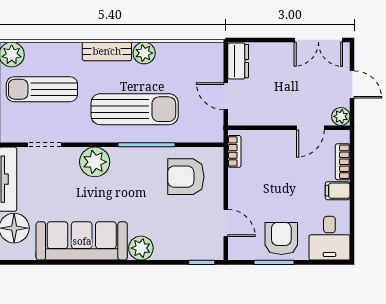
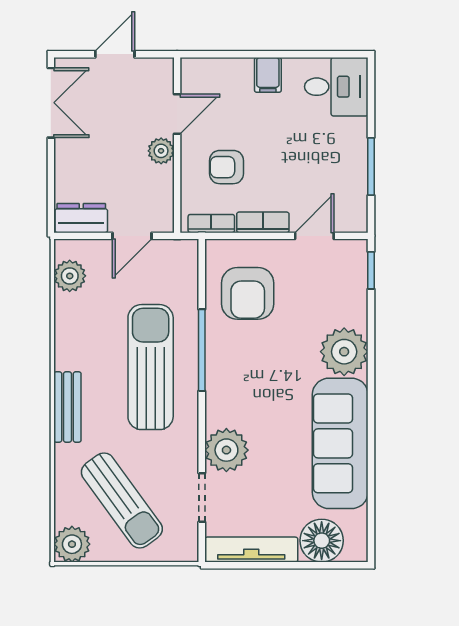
plant: (144, 53) -> (70, 276), moved
sun lounger: (42, 89) -> (122, 501), turned -36
plant: (341, 116) -> (161, 151), moved
door: (310, 128) -> (177, 114), hinge flipped
plant: (95, 162) -> (226, 450), moved
bookcase: (343, 162) -> (263, 222), moved, turned 180
armchair: (281, 238) -> (226, 167), moved, width x0.72, depth x0.72
plant: (141, 248) -> (344, 352), width x1.36, depth x1.36

